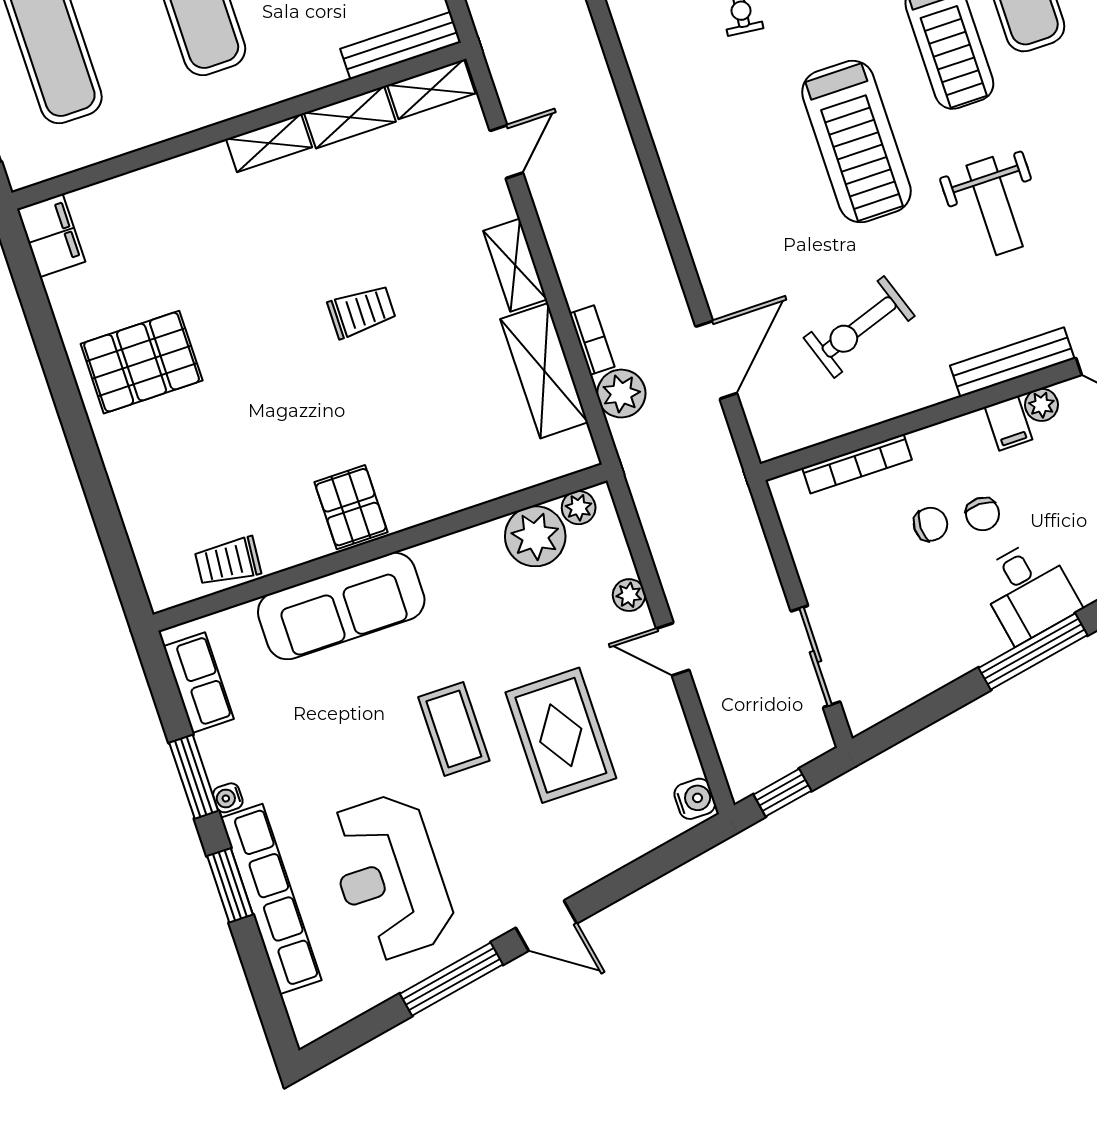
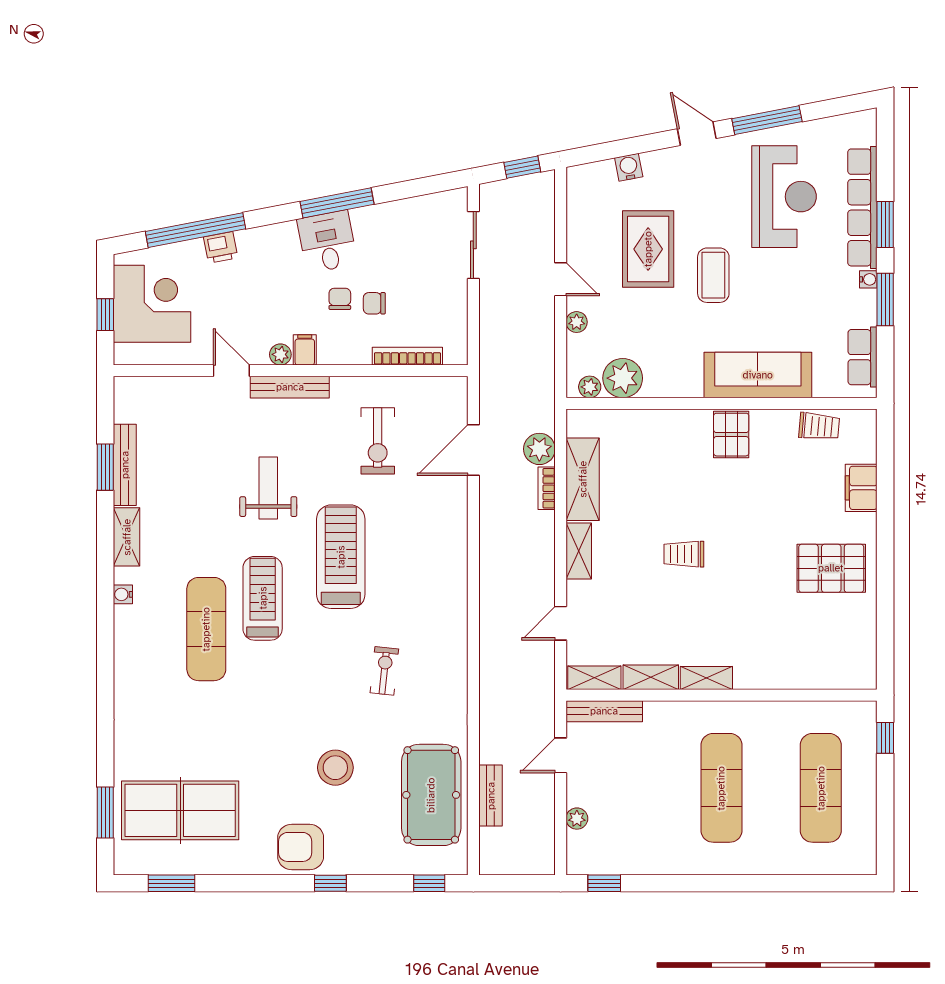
filing cabinet: (51, 235) -> (861, 488), moved
exercise bike: (859, 327) -> (378, 441), turned 109
water cooler: (695, 799) -> (629, 167), moved, turned 79

